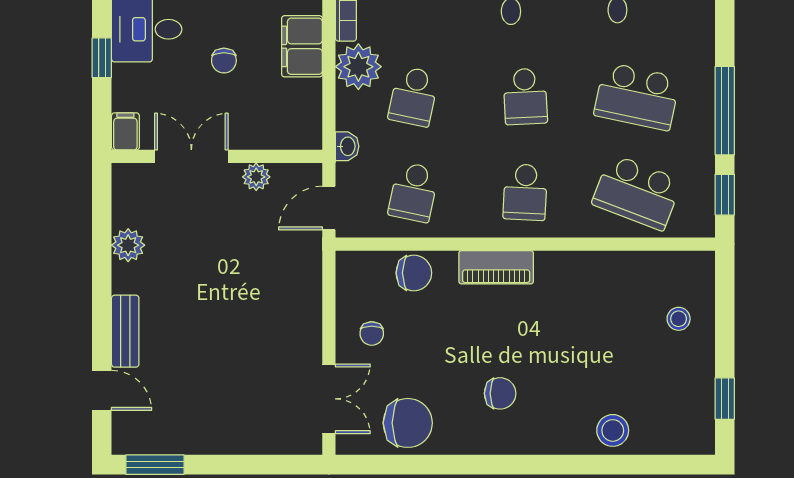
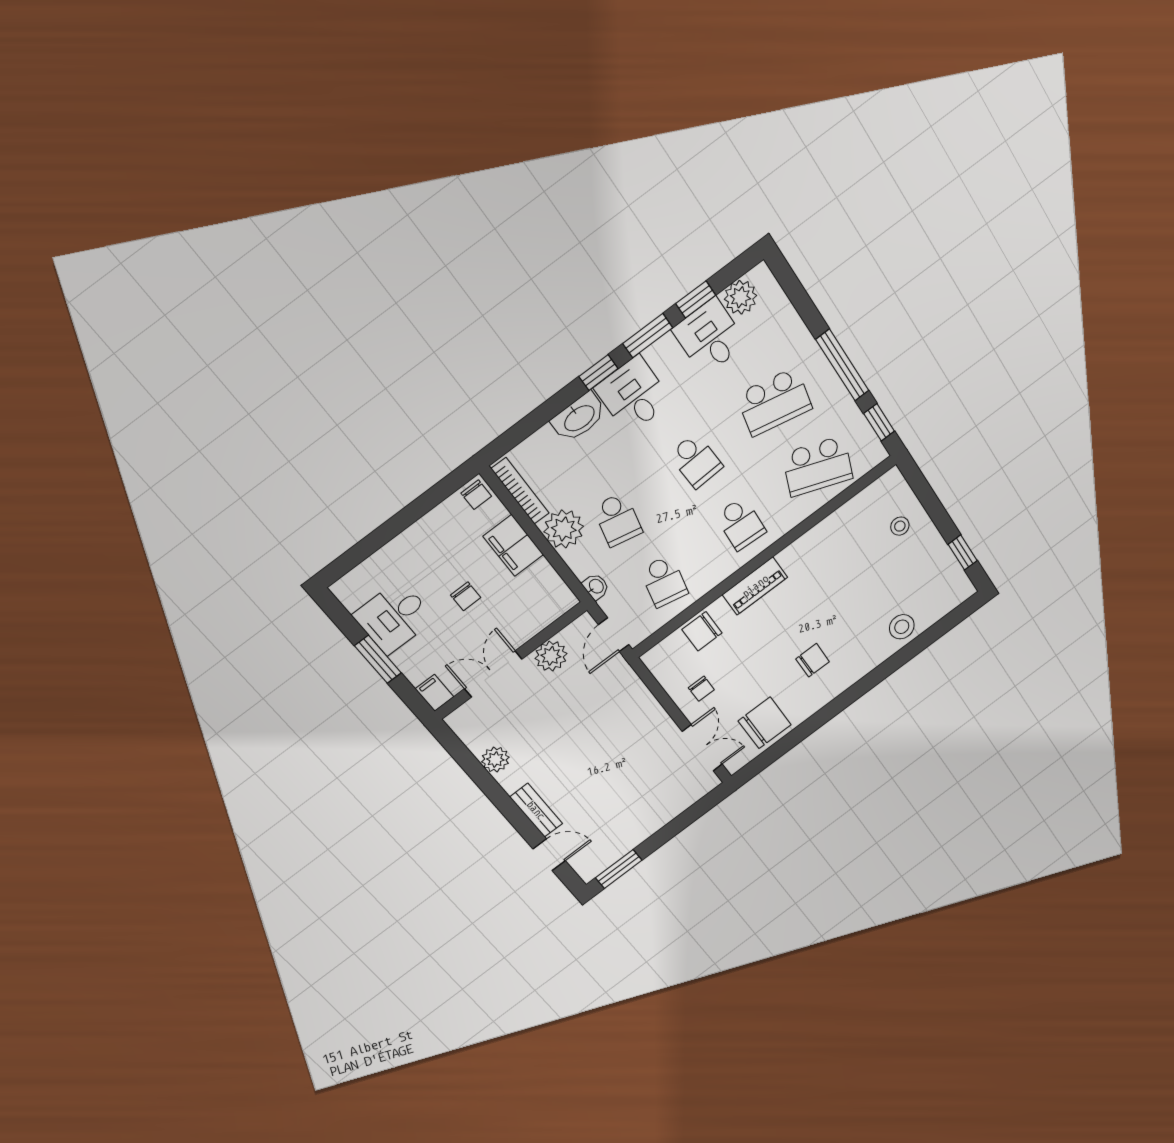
window: (102, 58) -> (378, 659), width x1.50
plant: (256, 177) -> (551, 656), width x1.38, depth x1.38
chair: (414, 273) -> (702, 631), turned 180

